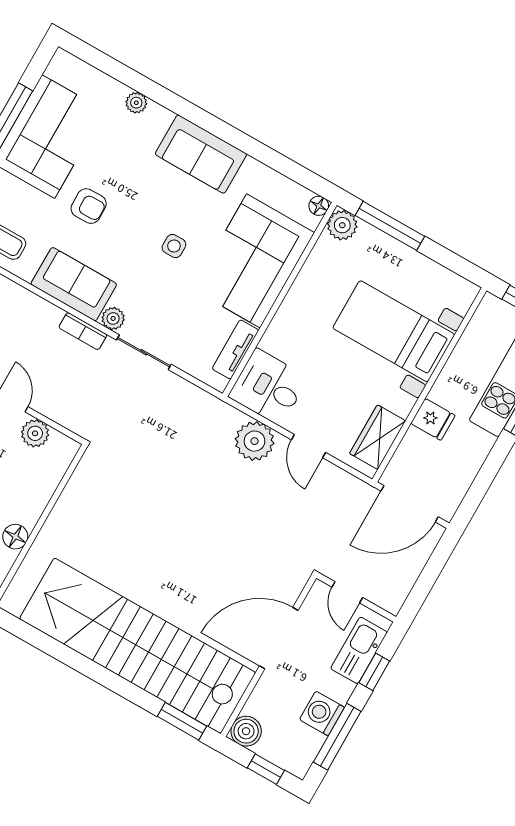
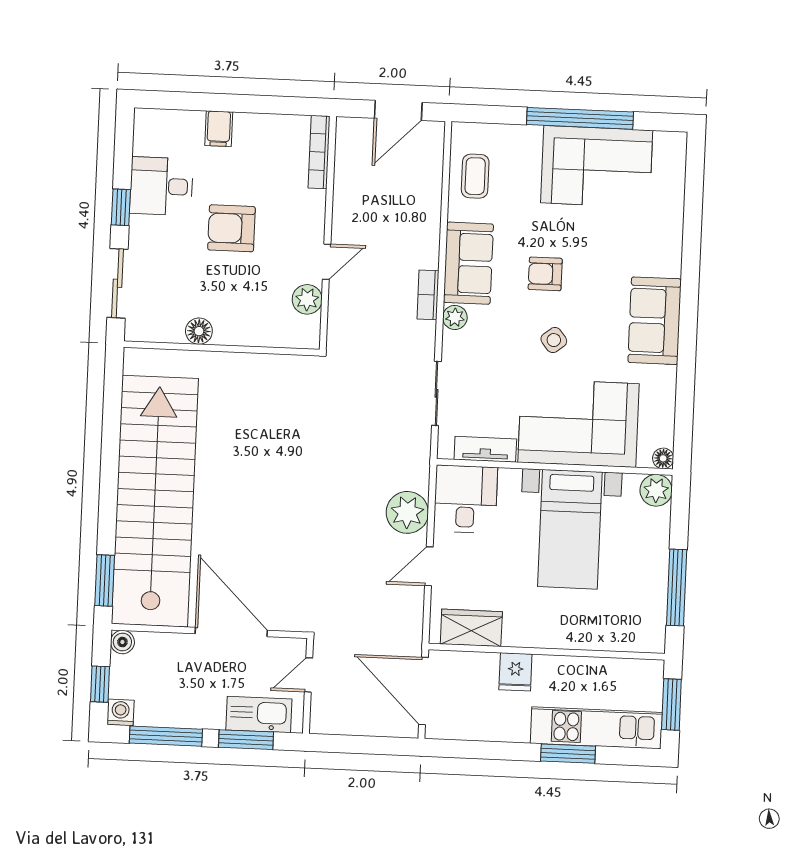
plant: (136, 103) -> (672, 234), removed
armchair: (89, 206) -> (545, 274), moved, turned 91
window: (390, 226) -> (677, 587), moved
side table: (174, 246) -> (554, 340), turned -38
bed with nightstands: (394, 331) -> (570, 529), moved, turned 180
sliding door: (144, 352) -> (436, 393), moved
window: (374, 672) -> (246, 740), width x1.50
washing machine: (322, 713) -> (120, 712), moved, width x0.73, depth x0.73
boiler: (246, 731) -> (122, 642), width x0.73, depth x0.73

